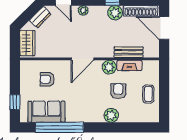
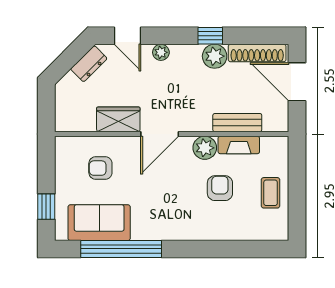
wardrobe: (27, 43) -> (118, 119), moved, turned -90
plant: (111, 115) -> (208, 229), removed

